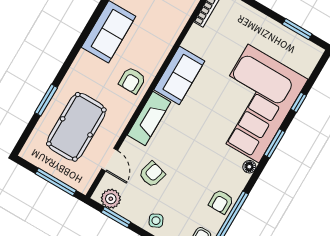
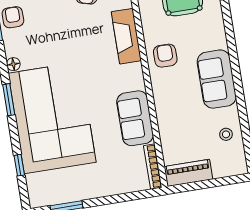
sofa: (179, 75) -> (135, 118), moved
window: (299, 102) -> (19, 165), moved

